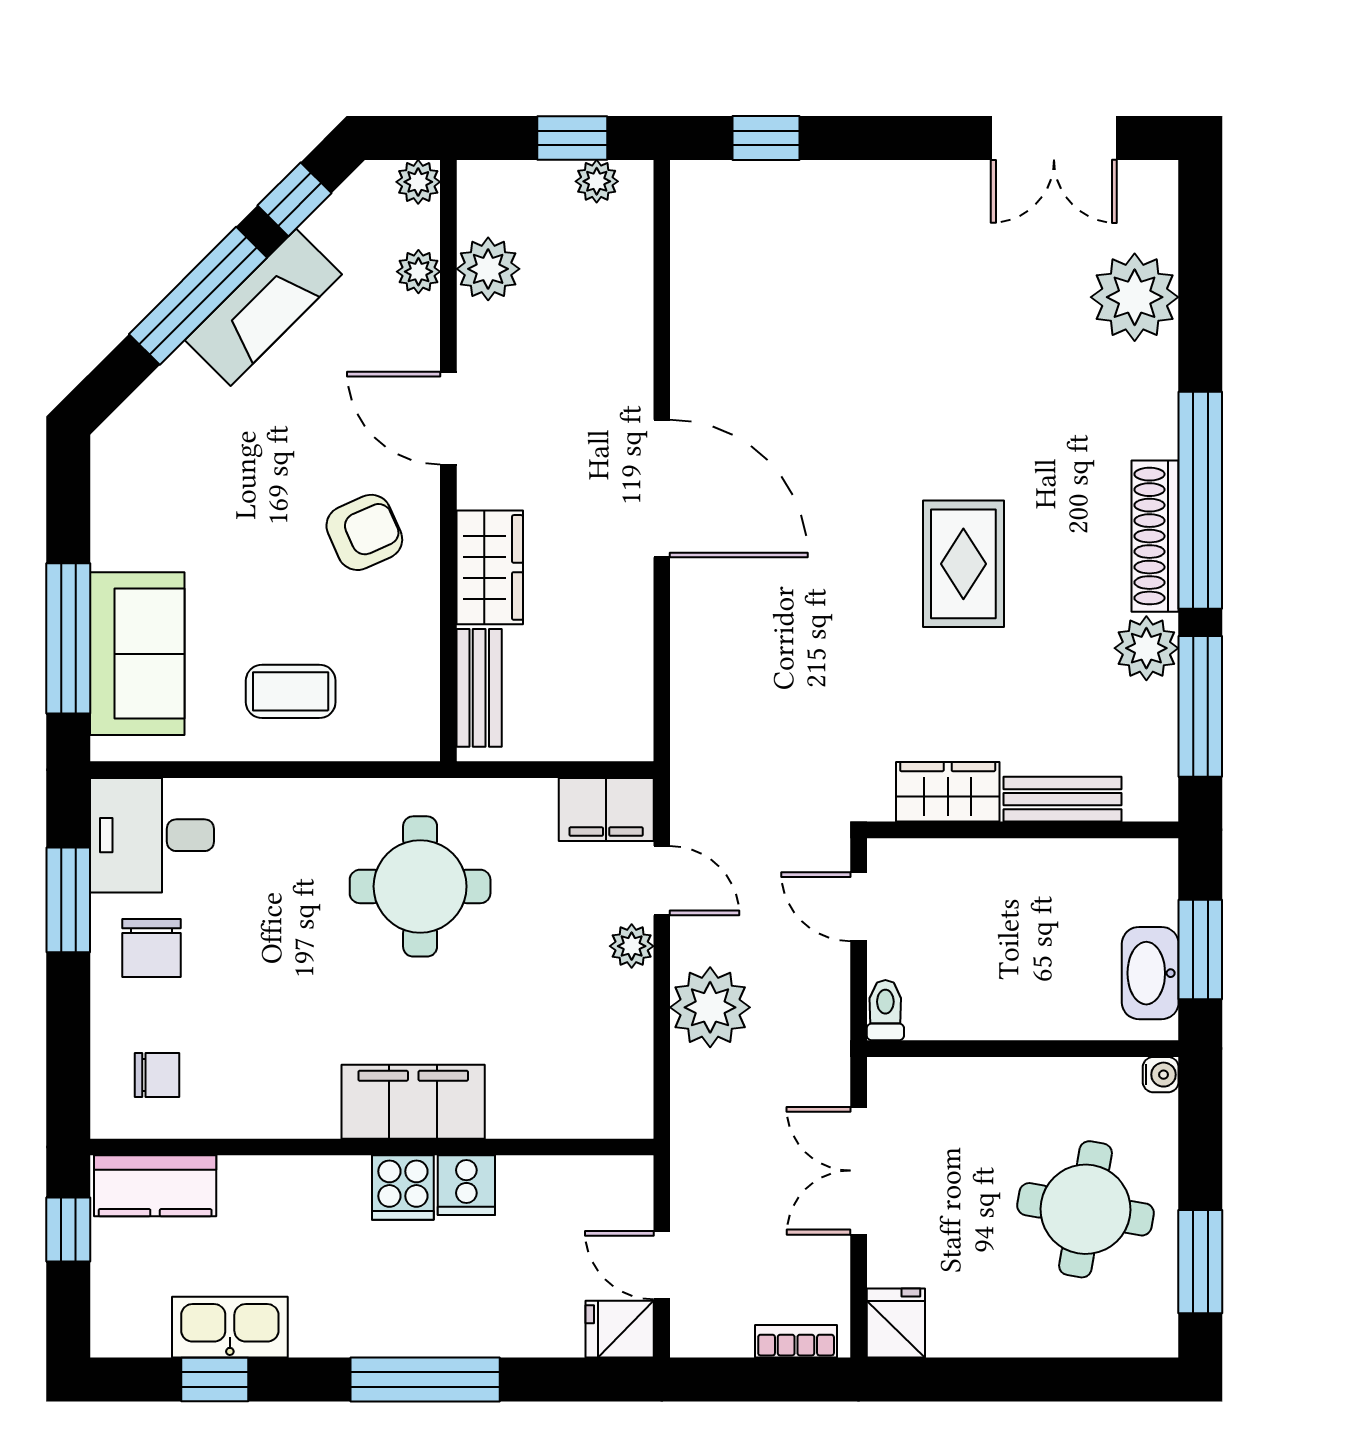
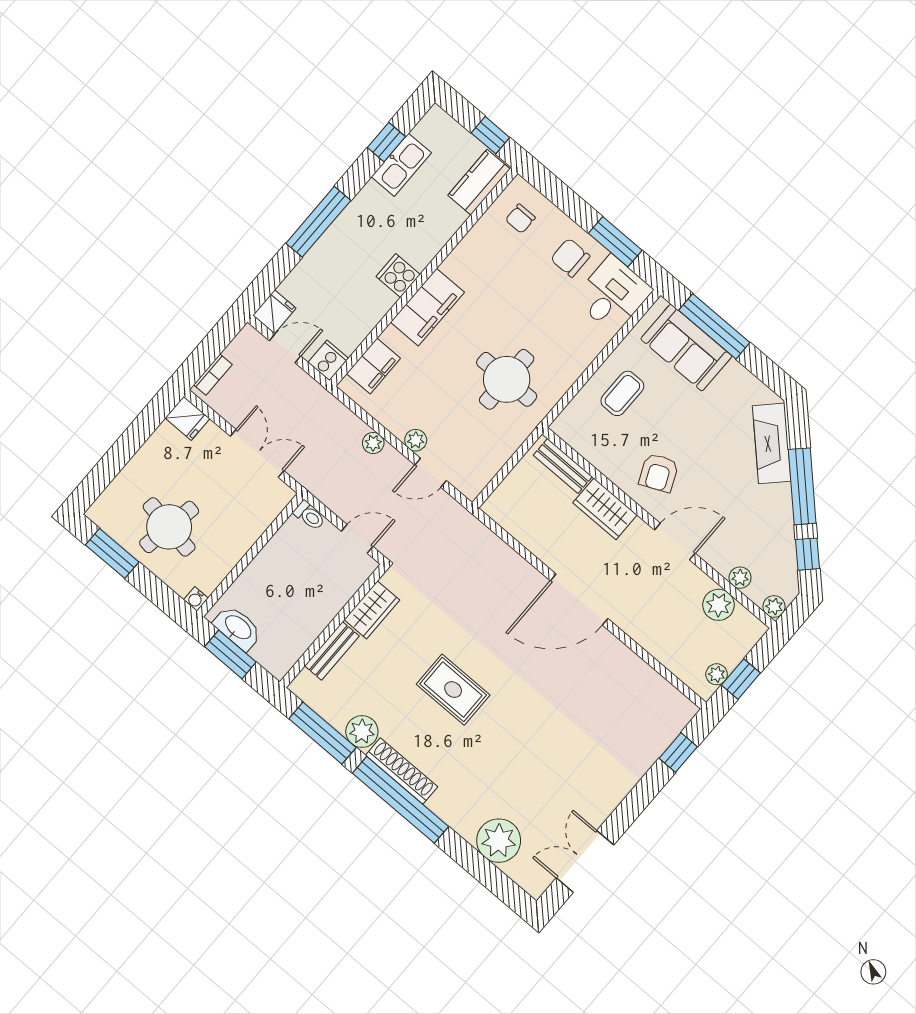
fireplace: (263, 307) -> (772, 443), moved
filing cabinet: (606, 809) -> (373, 366), moved, turned 180
plant: (710, 1007) -> (373, 443), width x0.53, depth x0.53
cooker: (466, 1185) -> (328, 360), moved, turned 90

